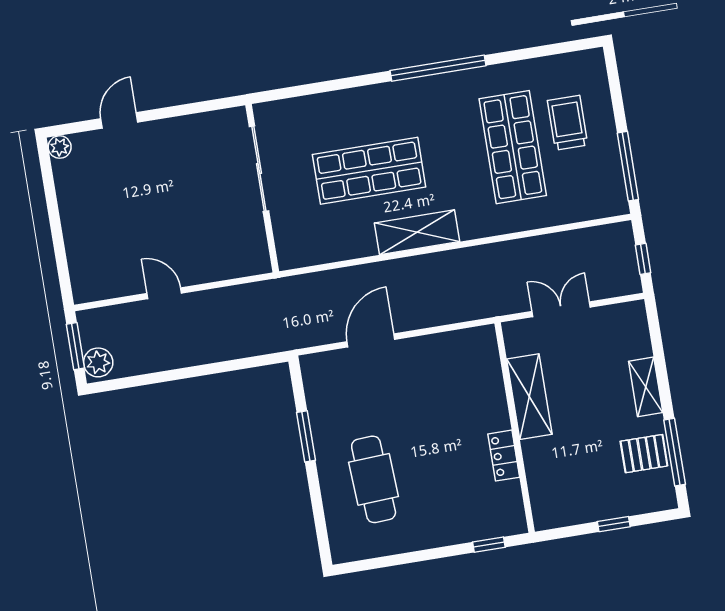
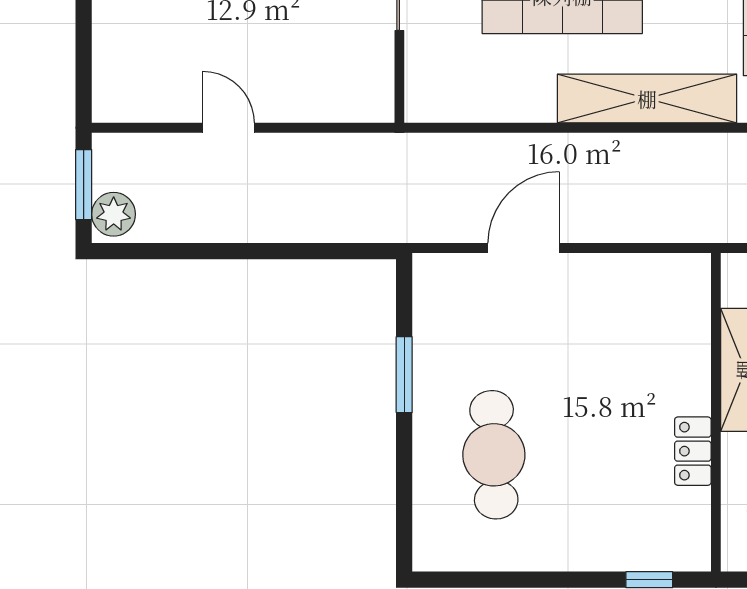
shelving: (417, 232) -> (647, 99), width x1.47

